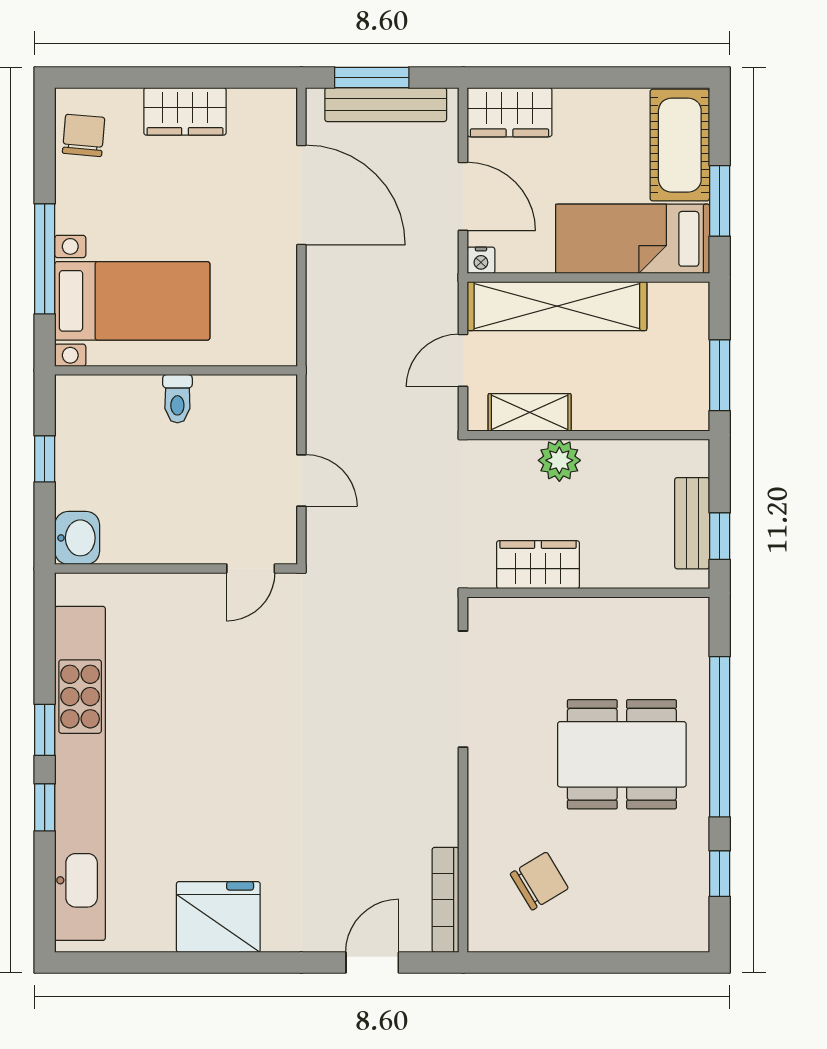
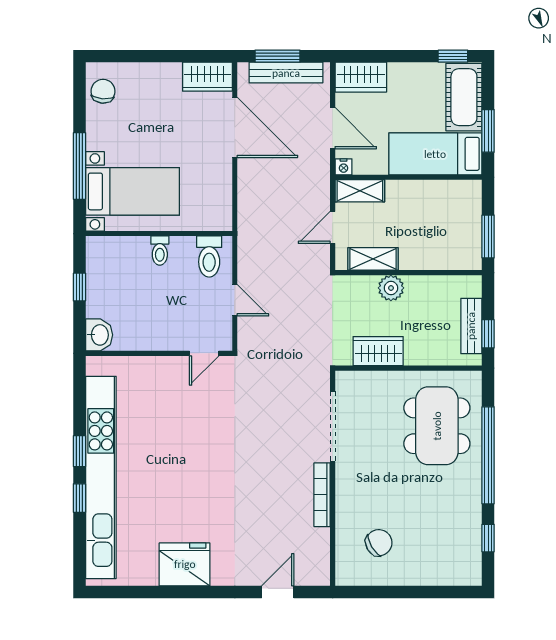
window: (662, 77) -> (453, 56), added
wardrobe: (185, 111) -> (207, 77), moved
shelving: (557, 306) -> (360, 191), width x0.45, depth x0.75
toilet: (259, 408) -> (209, 257), added
dining table: (622, 754) -> (437, 426), moved, turned 90
bookcase: (445, 900) -> (322, 495), moved

